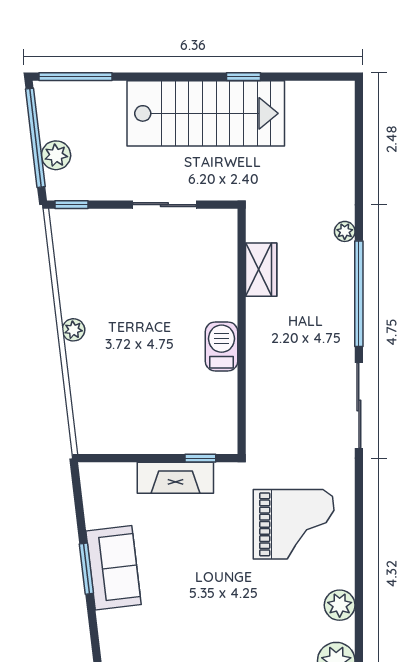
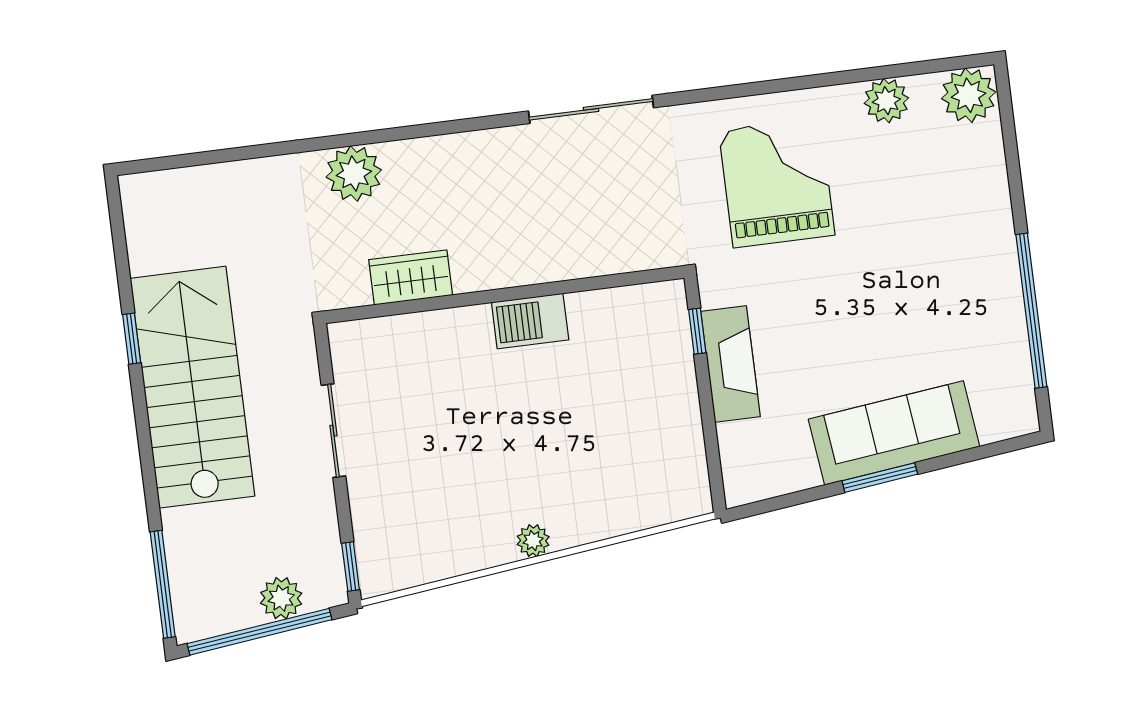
plant: (345, 231) -> (354, 173), width x1.88, depth x1.88
window: (359, 294) -> (428, 130), removed
sofa: (114, 568) -> (894, 433), width x1.36

